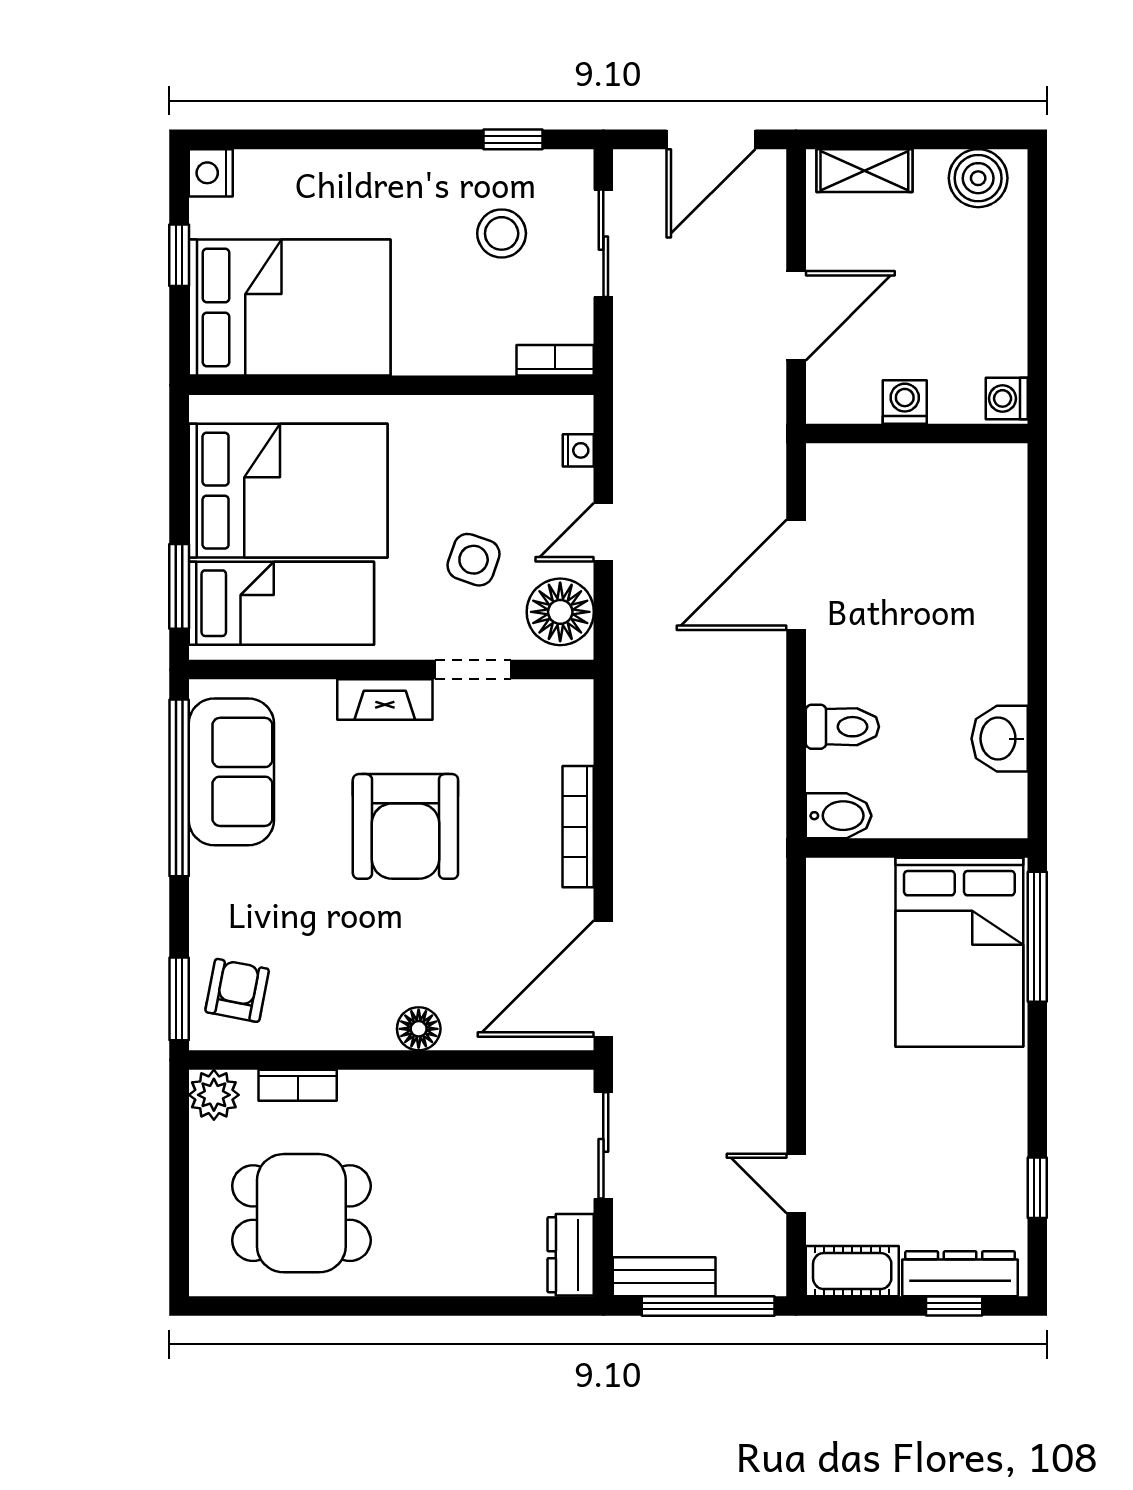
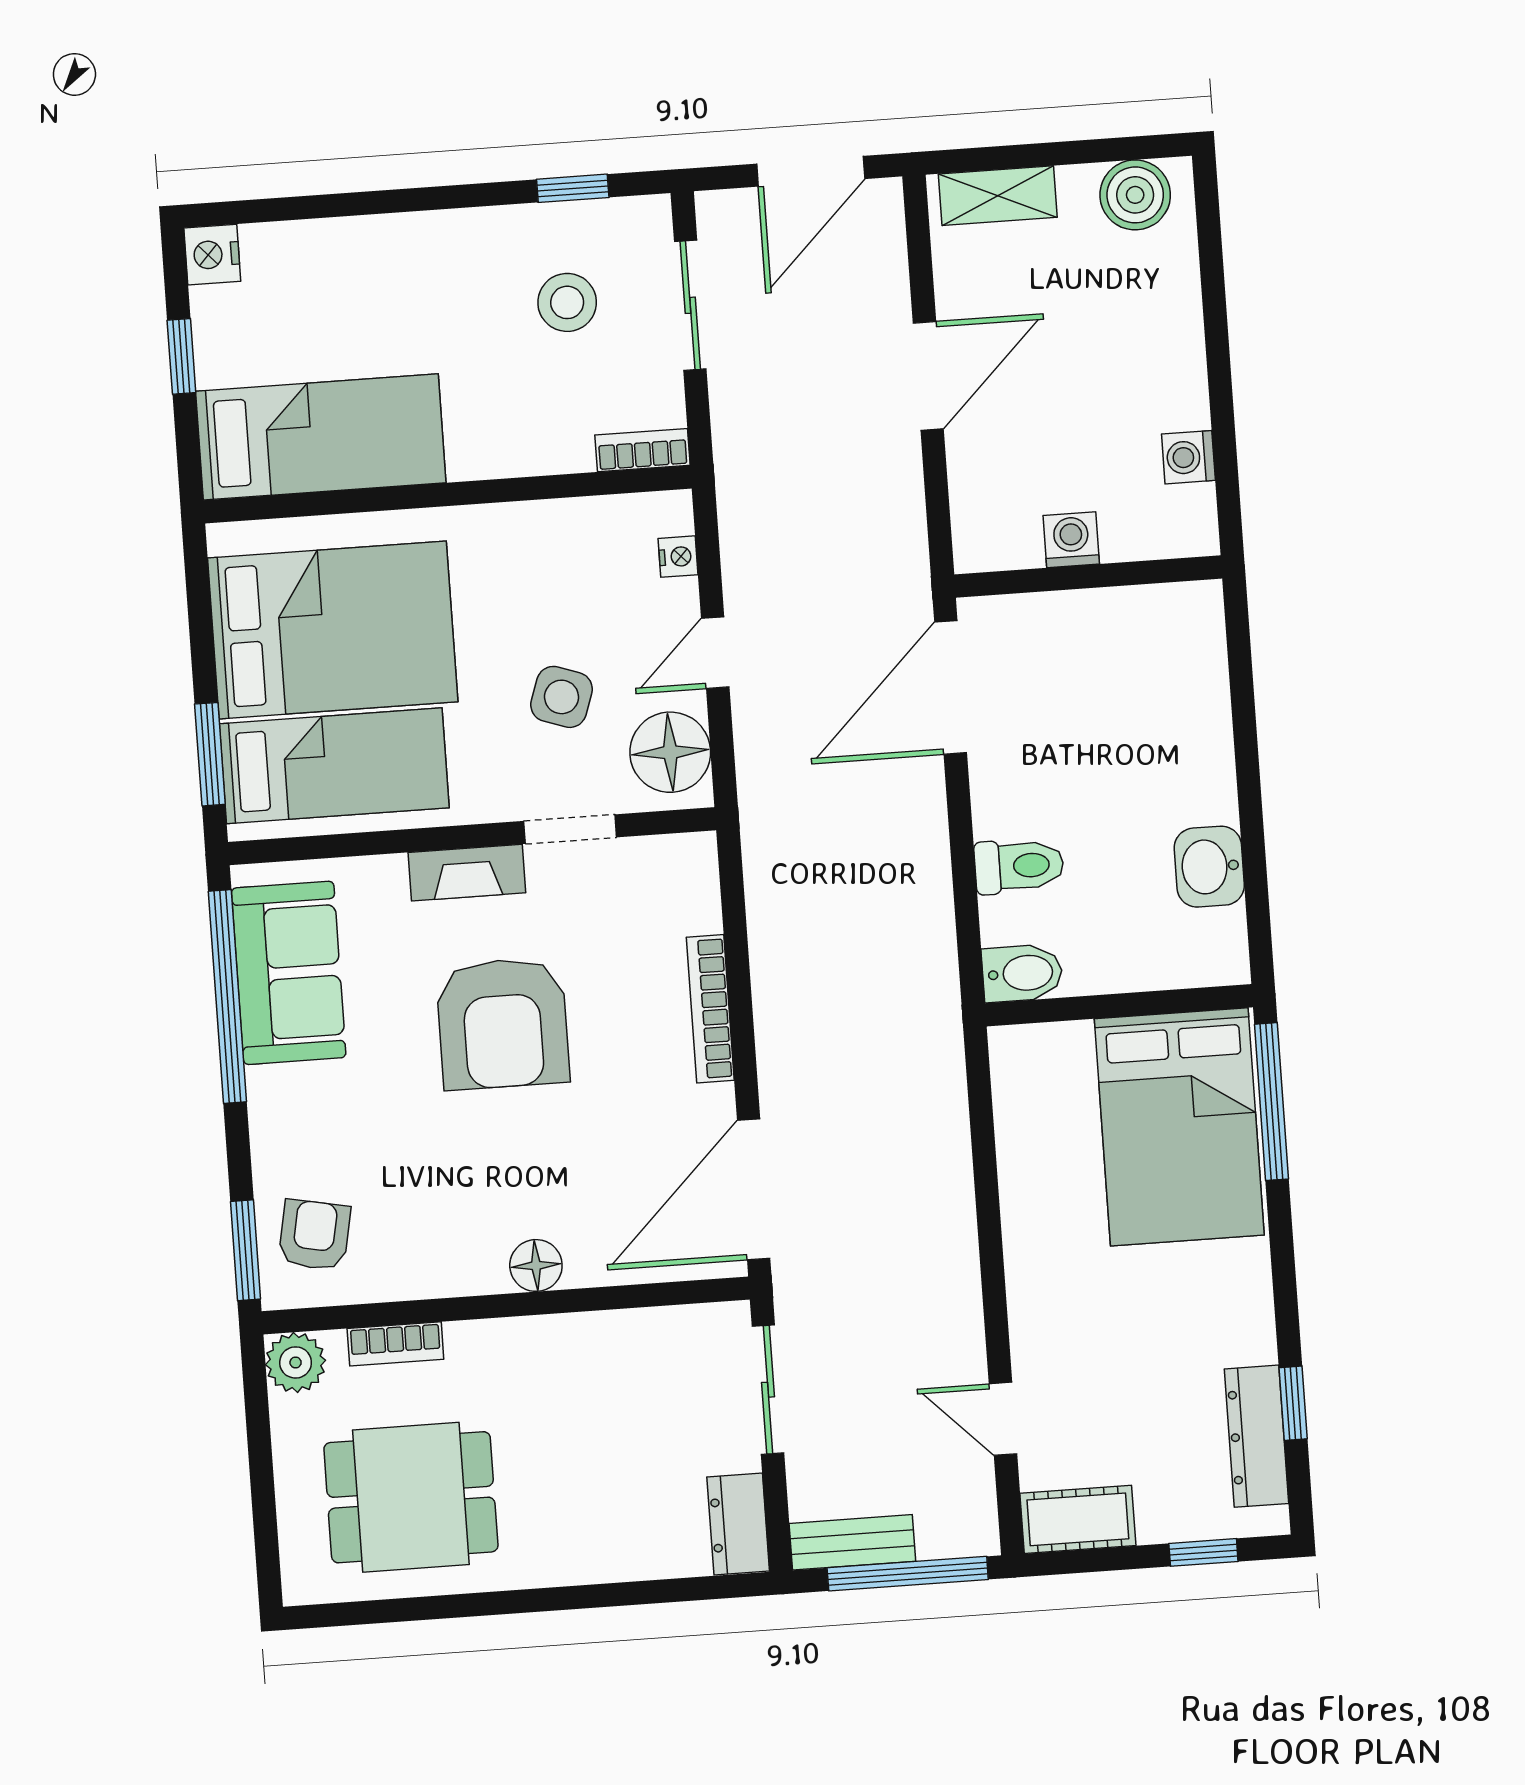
bed: (290, 307) -> (321, 437), width x0.67
washing machine: (905, 402) -> (1071, 540), moved
wall: (917, 433) -> (1088, 577), moved
dresser: (960, 1274) -> (1257, 1436), moved, turned -90

